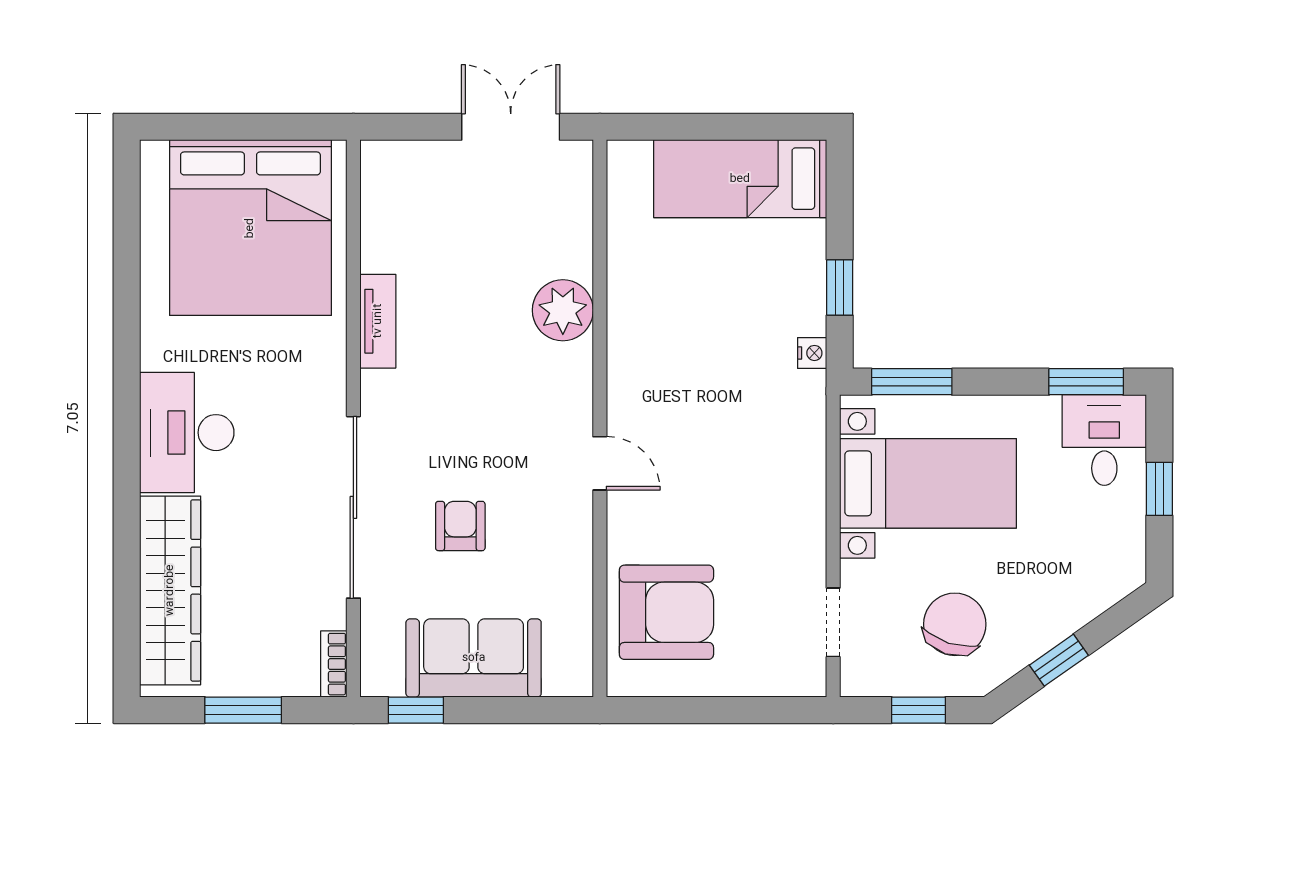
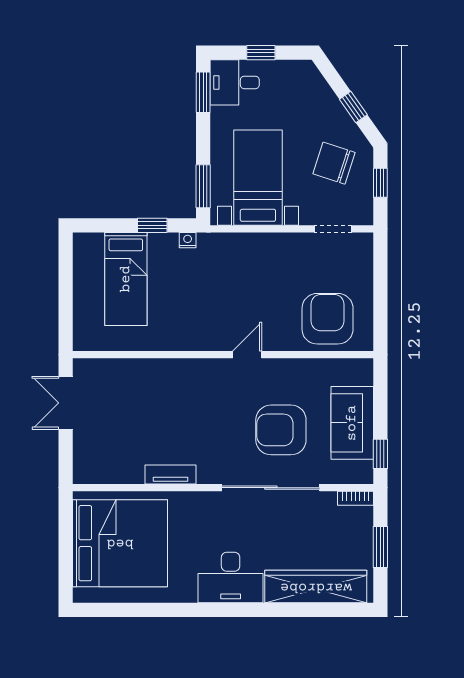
bed: (740, 179) -> (126, 279), moved
plant: (563, 310) -> (165, 375), removed
armchair: (460, 526) -> (281, 430), width x1.88, depth x1.88

